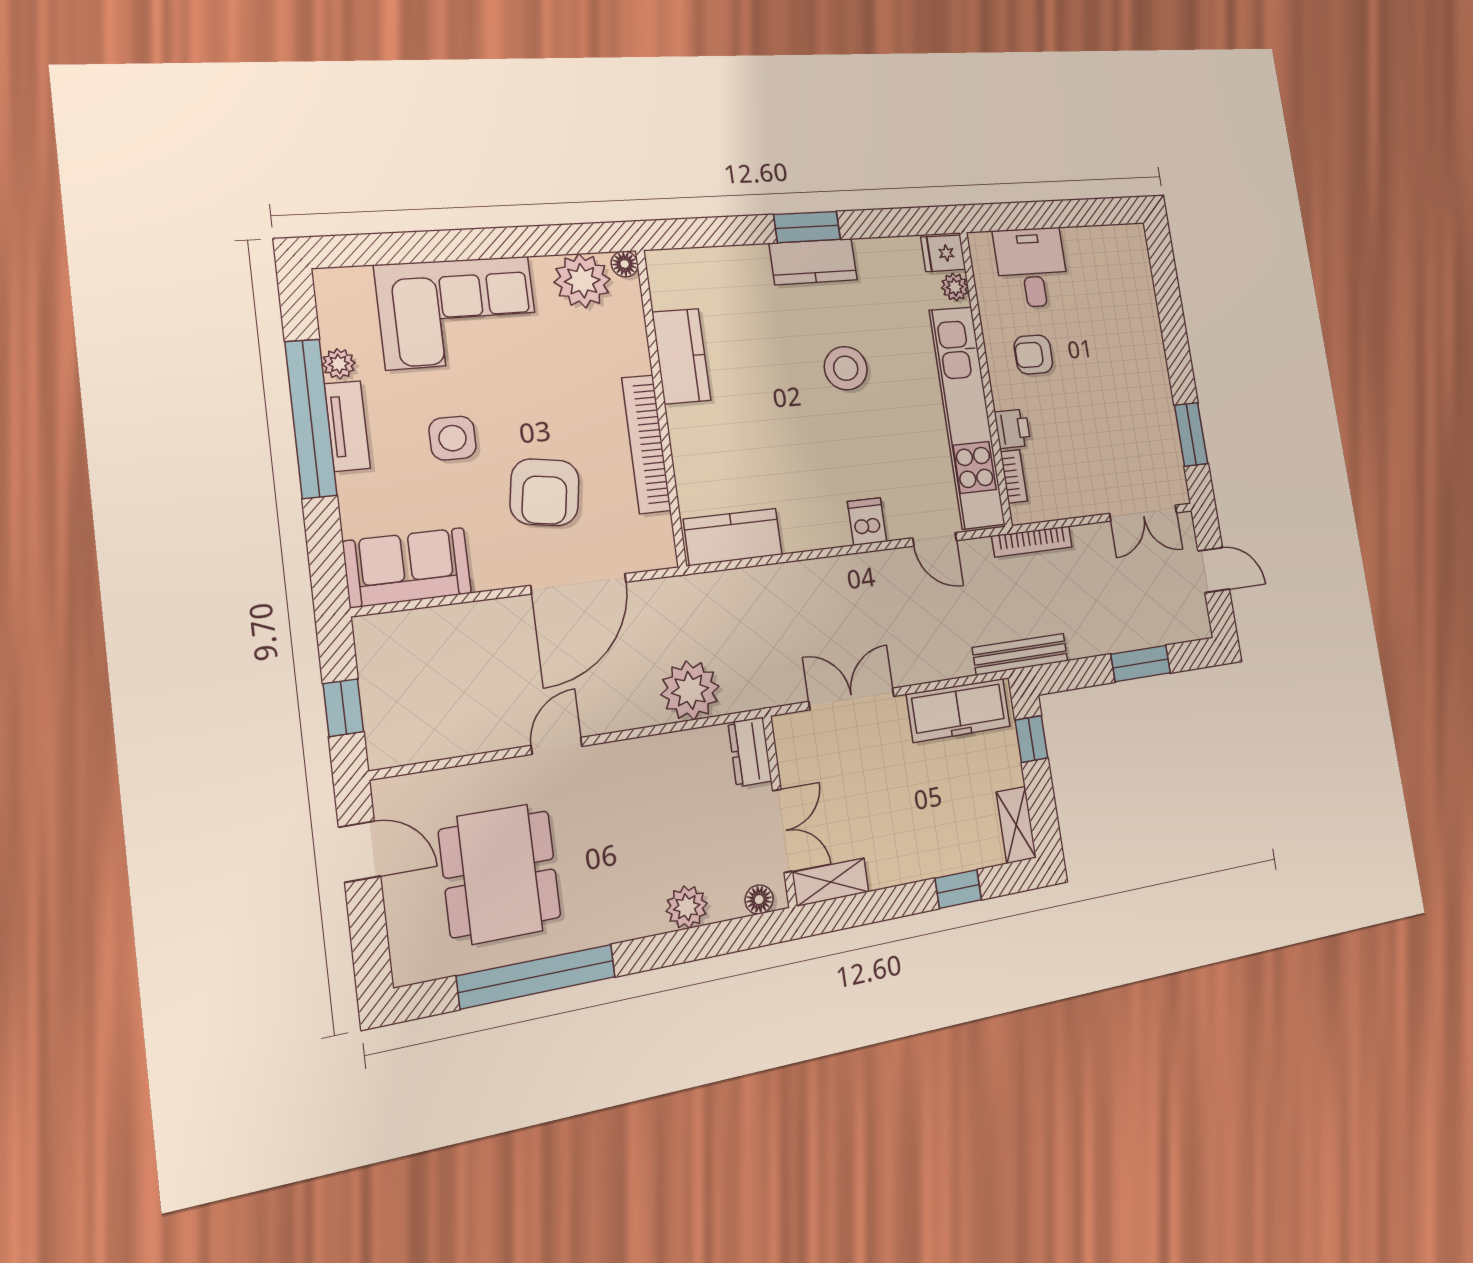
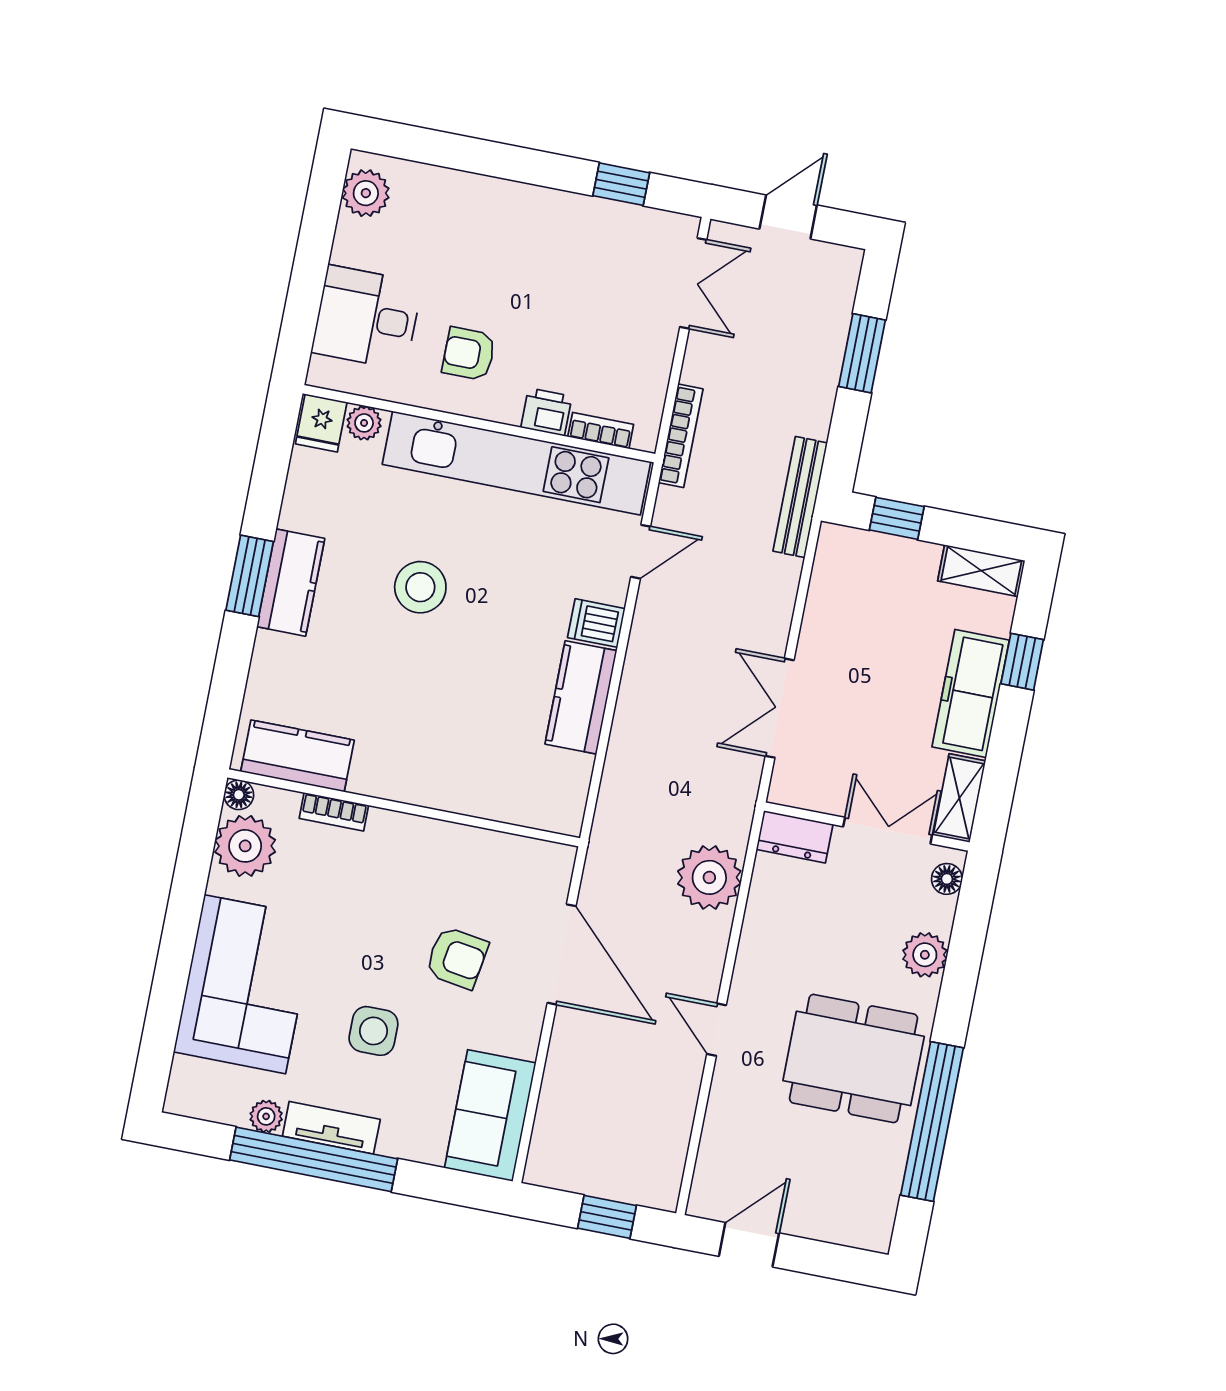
plant: (1118, 243) -> (366, 193), added
armchair: (1033, 355) -> (469, 354), turned 90
kitchen counter: (681, 356) -> (298, 756), moved
window: (1191, 434) -> (621, 184), width x0.67
bookcase: (646, 444) -> (334, 812), moved, width x0.43, depth x0.76
armchair: (545, 492) -> (457, 958), width x0.72, depth x0.72
kitchen counter: (733, 537) -> (581, 697), moved
freezer: (958, 710) -> (971, 694), moved, turned 180
dining table: (500, 874) -> (854, 1058), moved

